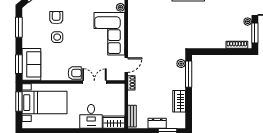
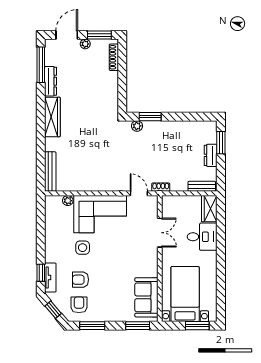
side table: (57, 37) -> (83, 248), moved
sofa: (31, 64) -> (146, 297), moved, turned -90
armchair: (75, 73) -> (79, 305), moved
window: (189, 74) -> (150, 117), width x0.69
double door: (94, 82) -> (160, 233), swing flipped
window: (19, 101) -> (197, 326), moved
wardrobe: (179, 101) -> (183, 128), removed

